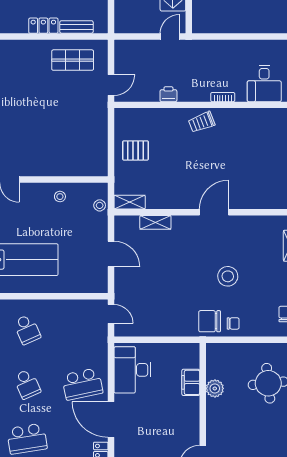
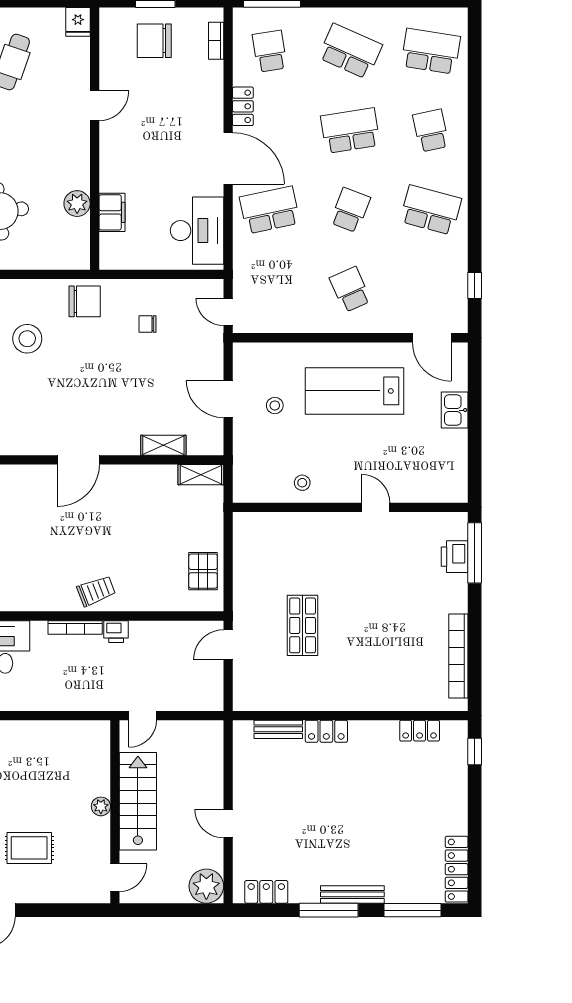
shop shelf: (73, 60) -> (303, 625), moved, turned 90
printer: (168, 94) -> (116, 632), moved
bookcase: (223, 97) -> (75, 627), width x1.56
pallet: (136, 150) -> (203, 571), moved, turned 90
stool: (100, 205) -> (275, 405), moved
stool: (228, 276) -> (27, 339), moved
chair: (233, 323) -> (148, 324), moved
school desk: (27, 384) -> (350, 210), turned 45

